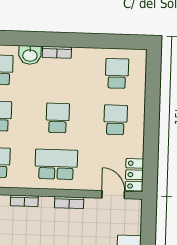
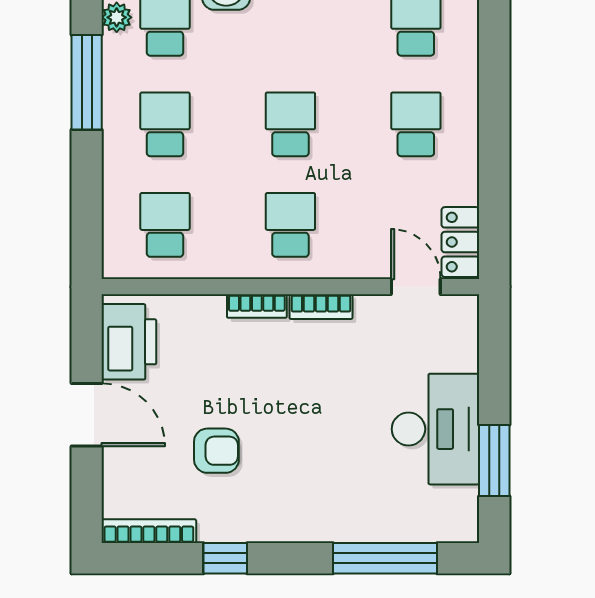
school desk: (56, 164) -> (290, 225), width x0.54
bookcase: (24, 201) -> (257, 306), moved

